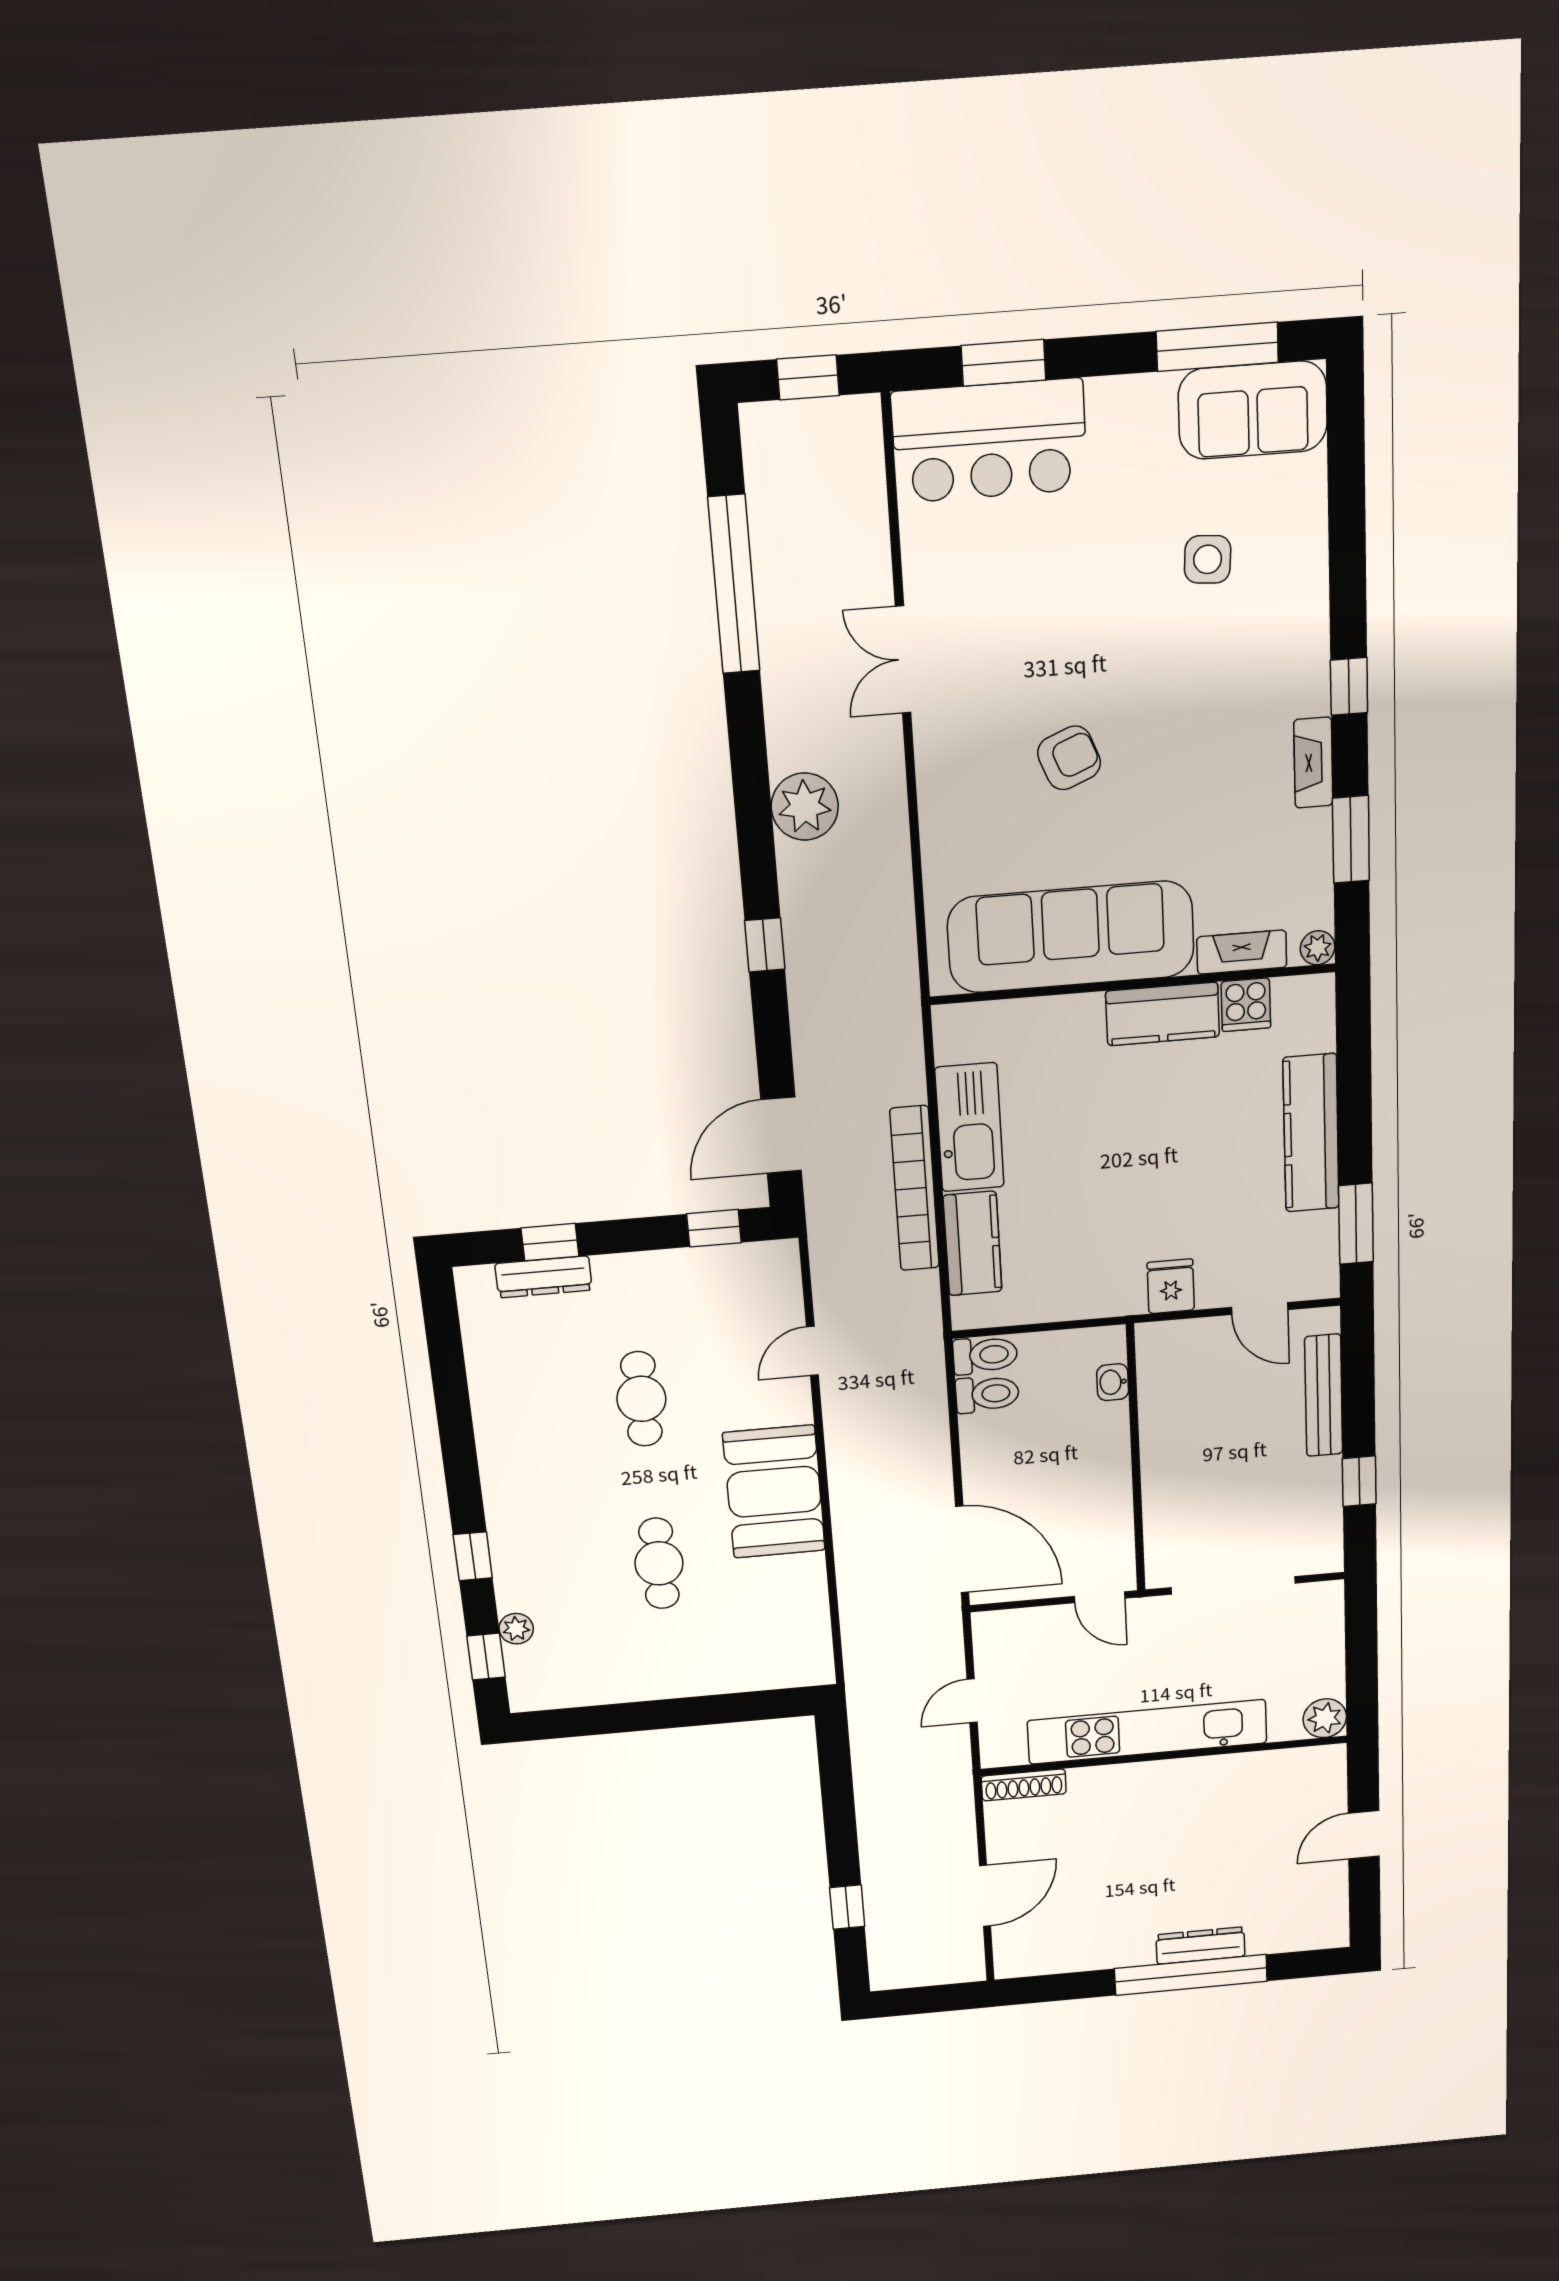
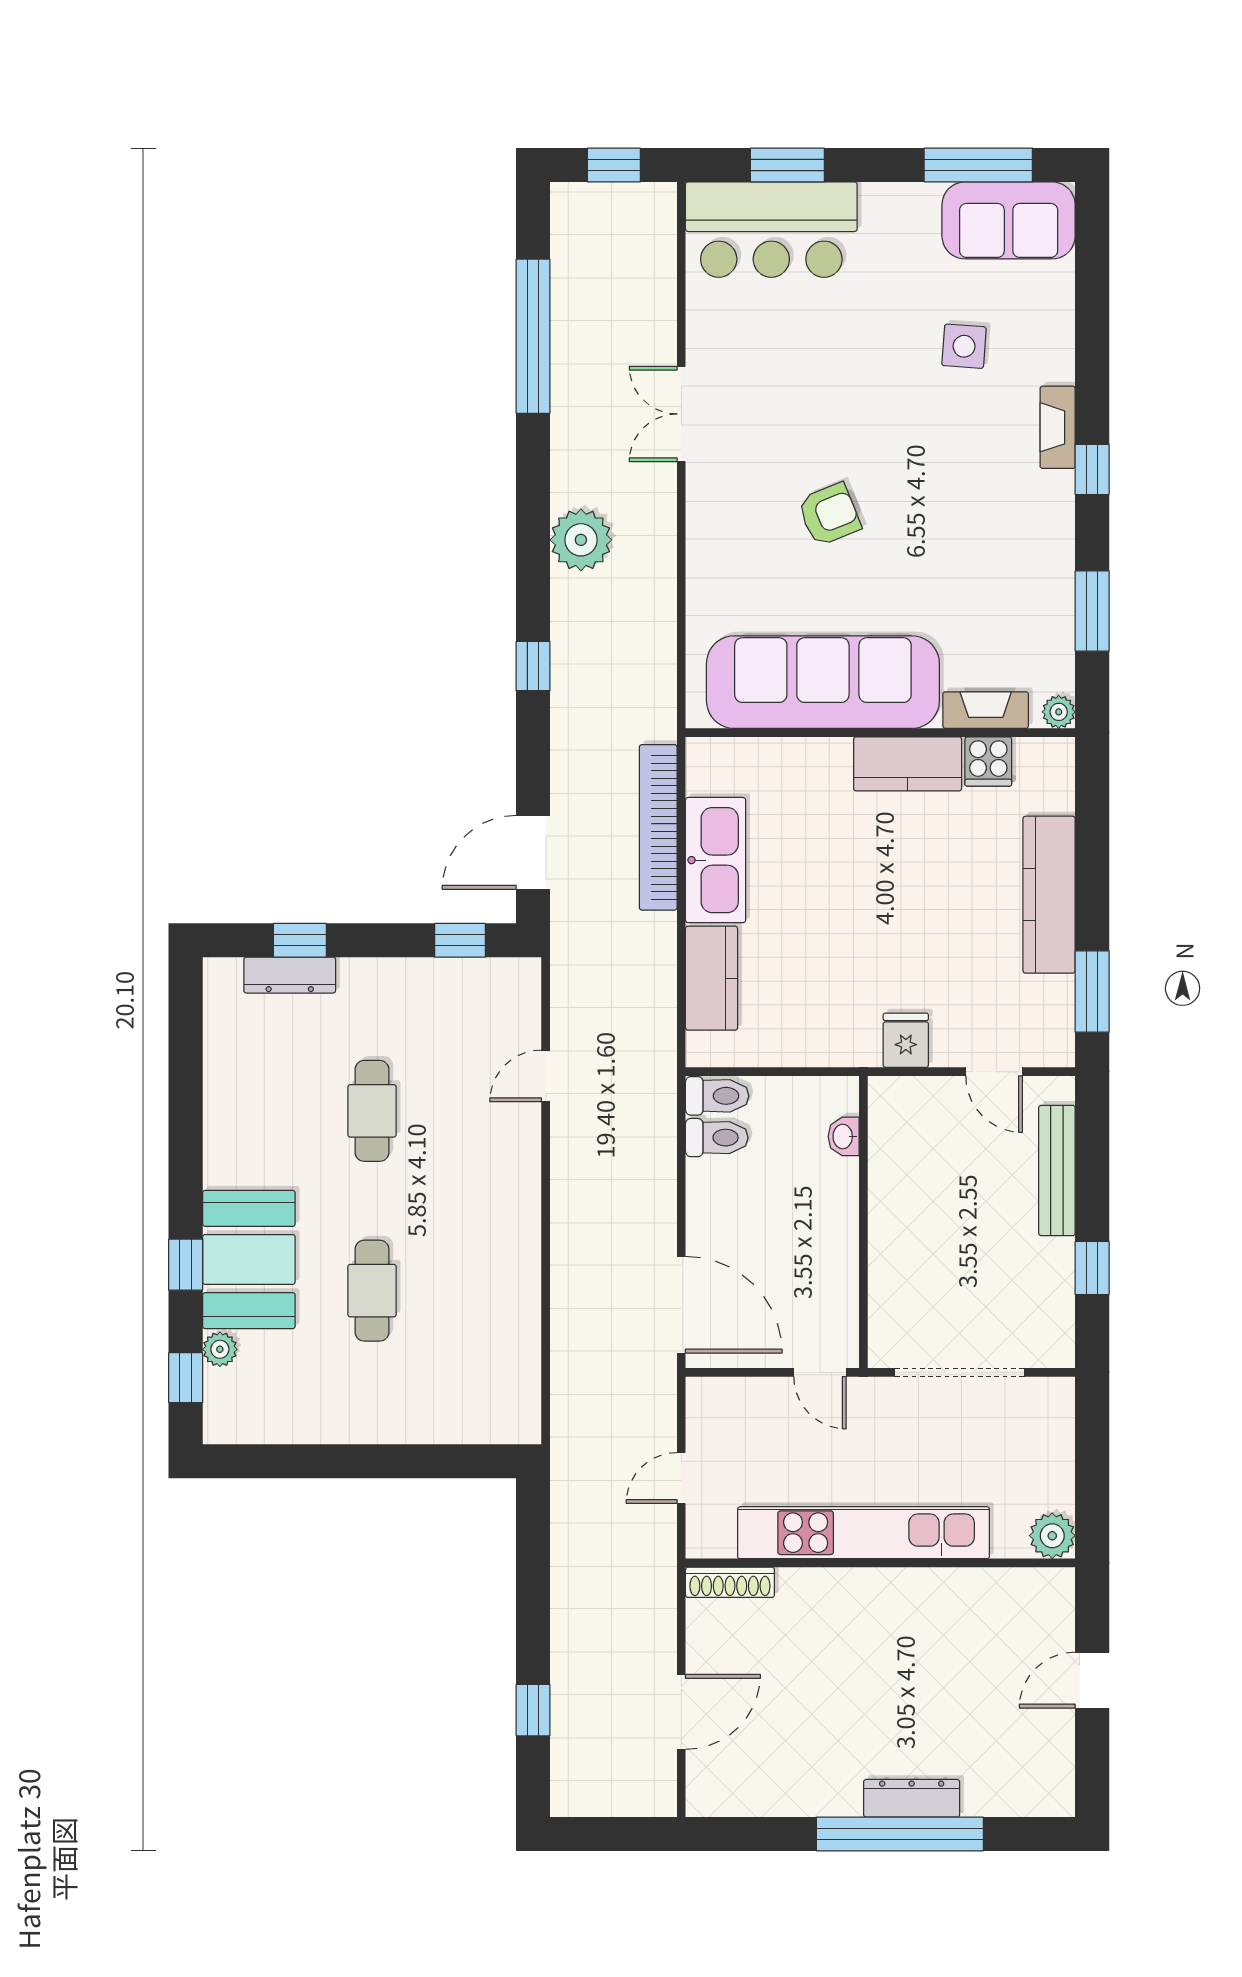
fireplace: (1313, 763) -> (1058, 427), moved
bookcase: (915, 1189) -> (658, 827), moved
booth: (774, 1492) -> (249, 1259), moved

